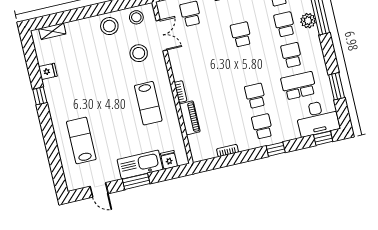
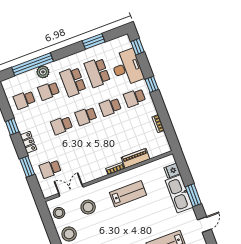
school desk: (292, 55) -> (73, 82), width x1.85
school desk: (248, 65) -> (86, 116), added
desk: (317, 118) -> (127, 68), moved

